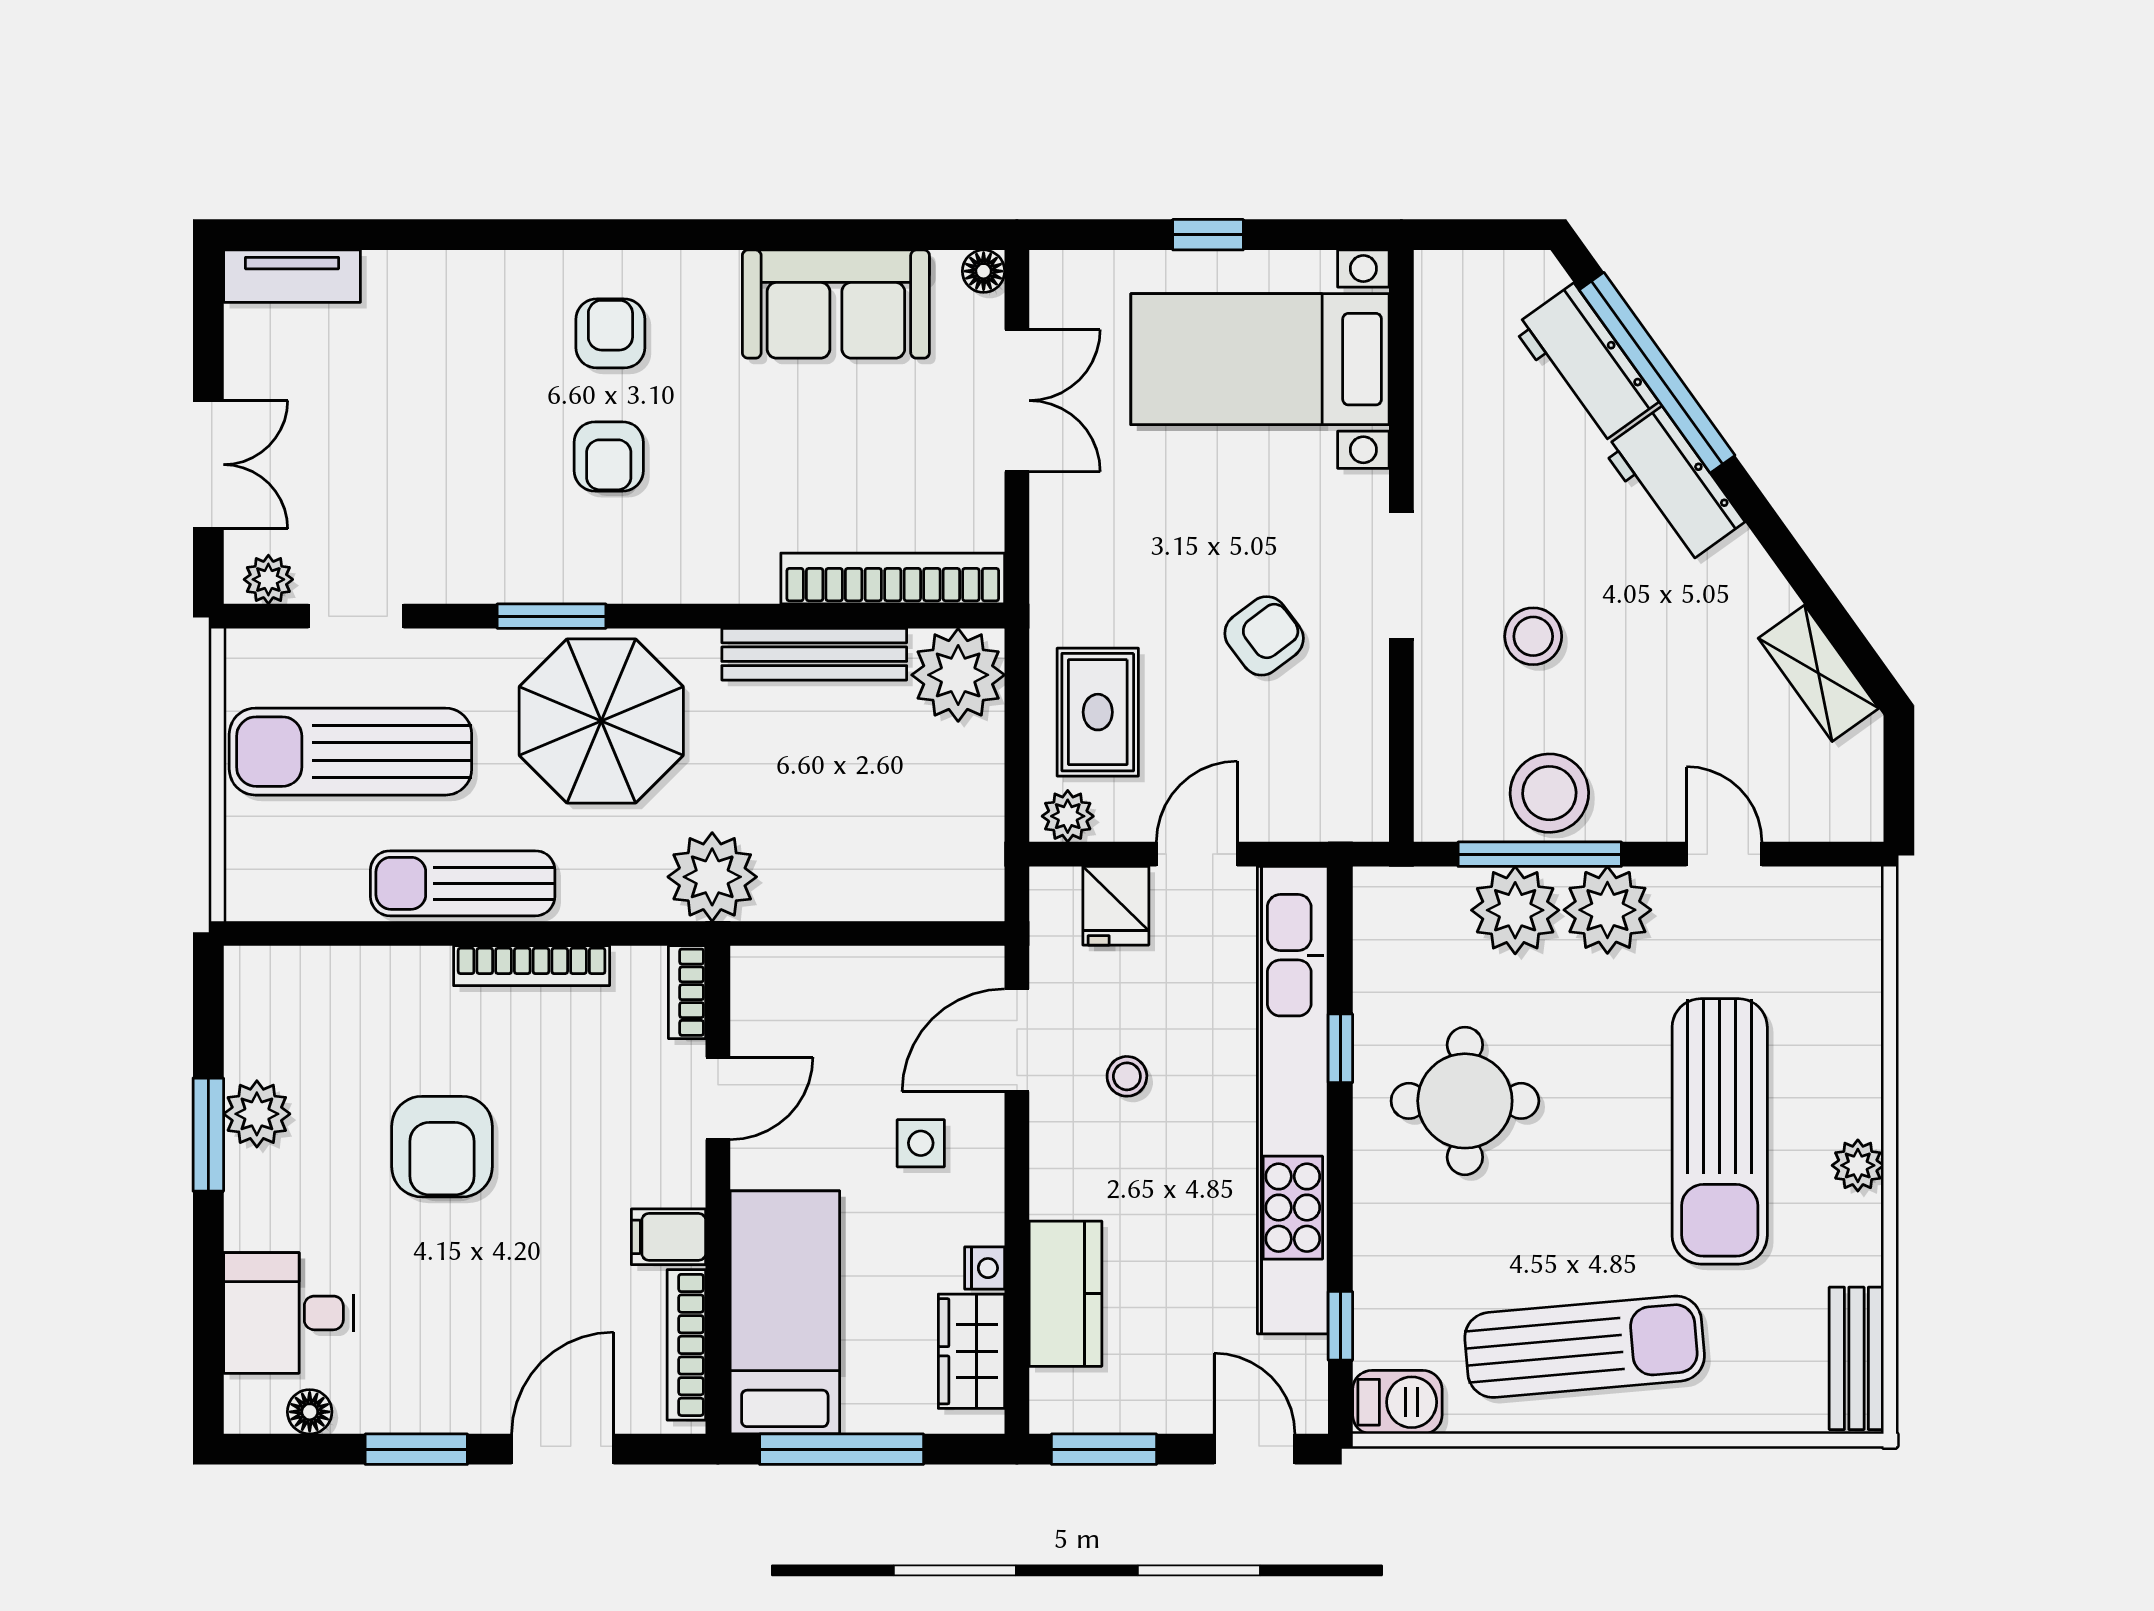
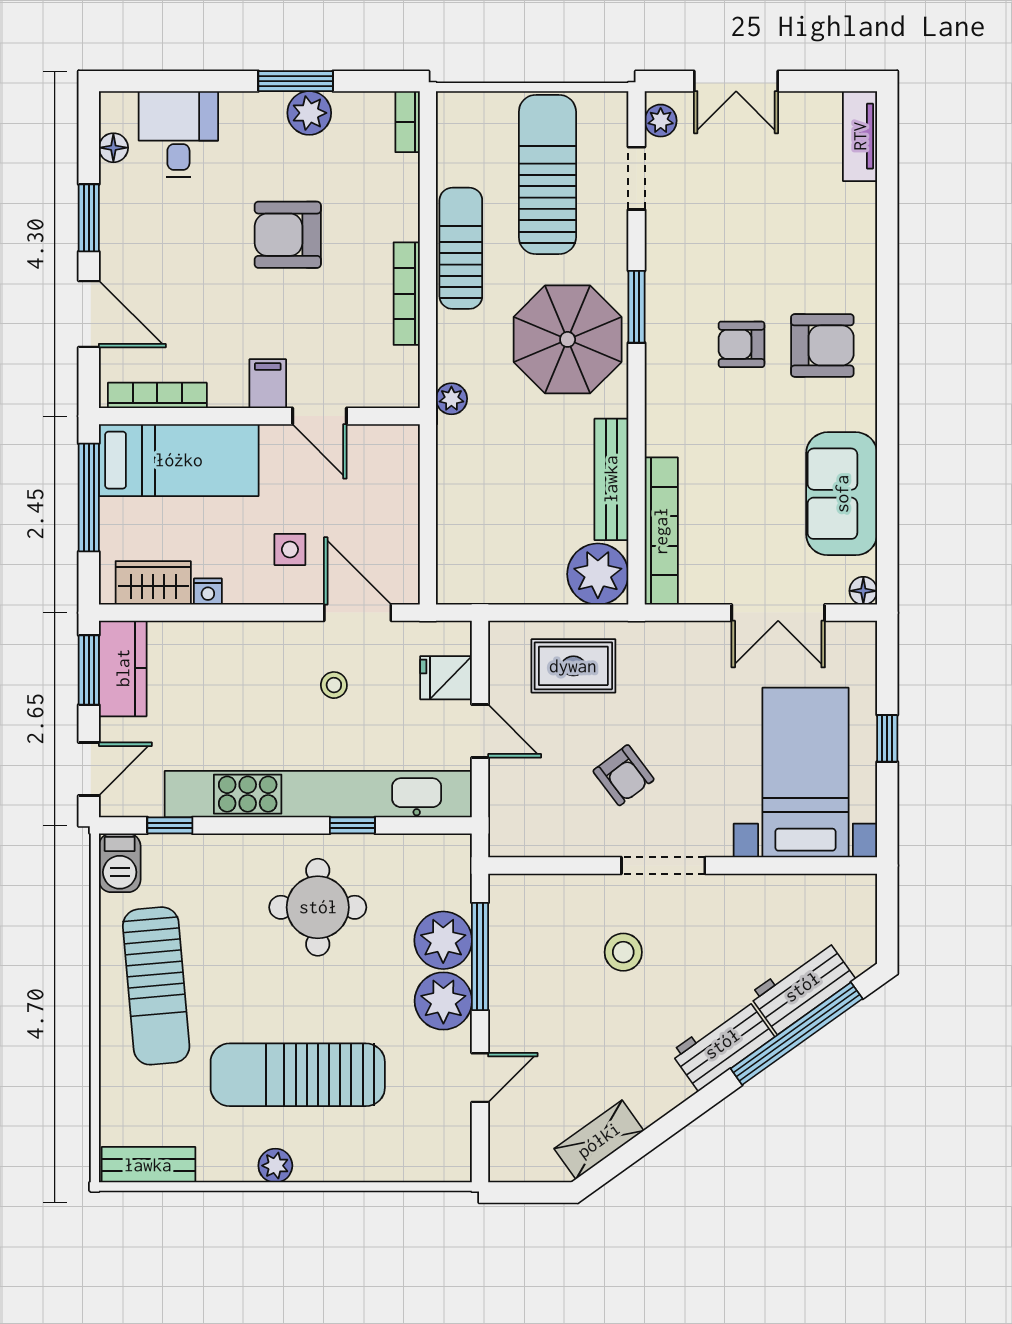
armchair: (610, 333) -> (822, 345), width x1.38, depth x1.38
stool: (1549, 793) -> (520, 963), removed
plant: (1068, 816) -> (505, 646), removed
plant: (712, 877) -> (451, 399), width x0.53, depth x0.53
bookcase: (687, 992) -> (408, 122), moved, turned -90
filing cabinet: (669, 1237) -> (268, 384), moved
kitchen counter: (1065, 1294) -> (123, 668), moved, turned -90

